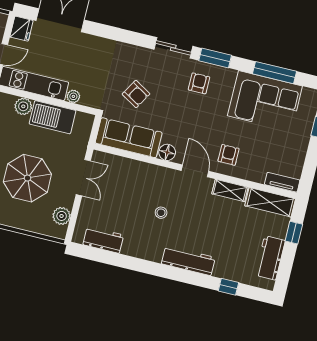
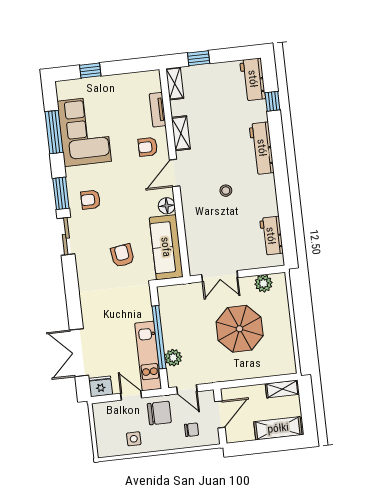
armchair: (136, 94) -> (122, 255), turned -39
plant: (73, 96) -> (146, 314), removed
window: (47, 100) -> (159, 337), added
barbecue: (53, 117) -> (173, 326), removed
double door: (83, 178) -> (220, 276), swing flipped
tv unit: (282, 182) -> (158, 110), moved
shelving: (270, 202) -> (175, 83), width x0.67, depth x0.75
workbench: (270, 258) -> (253, 79), moved, turned 90

